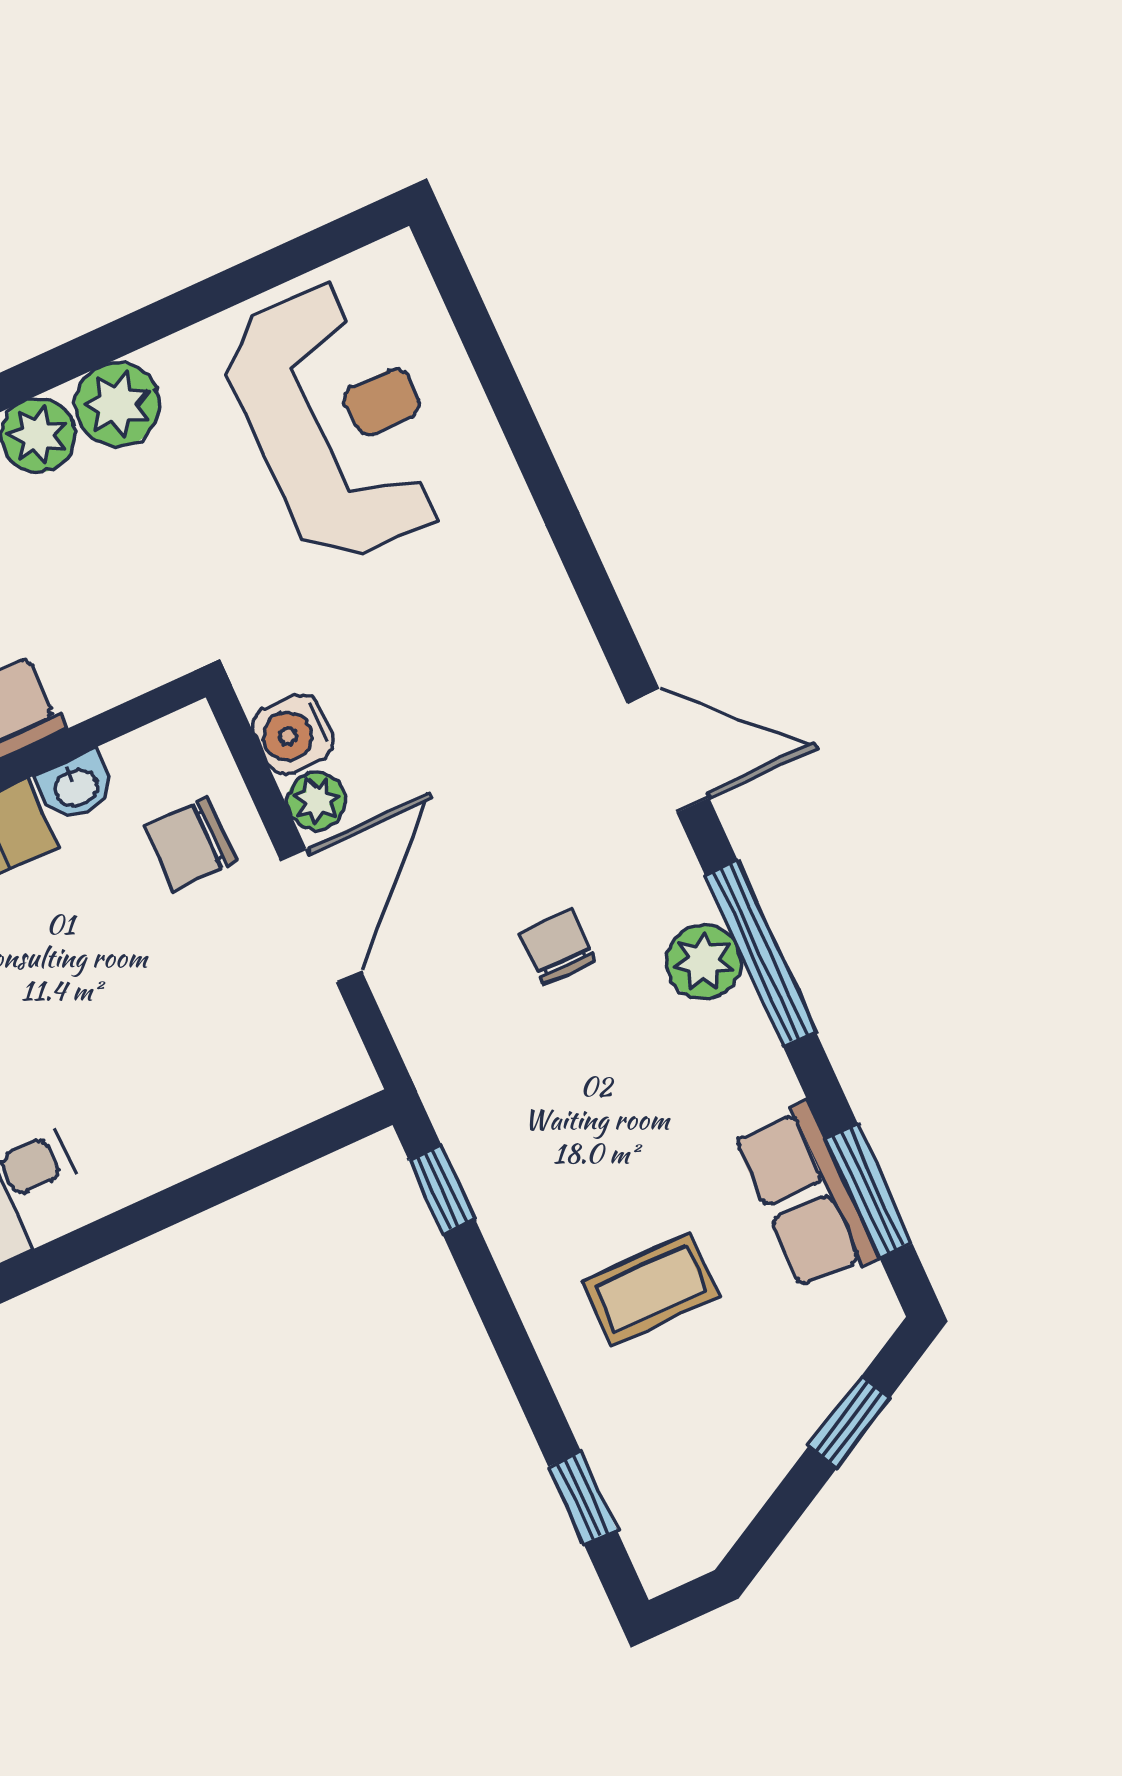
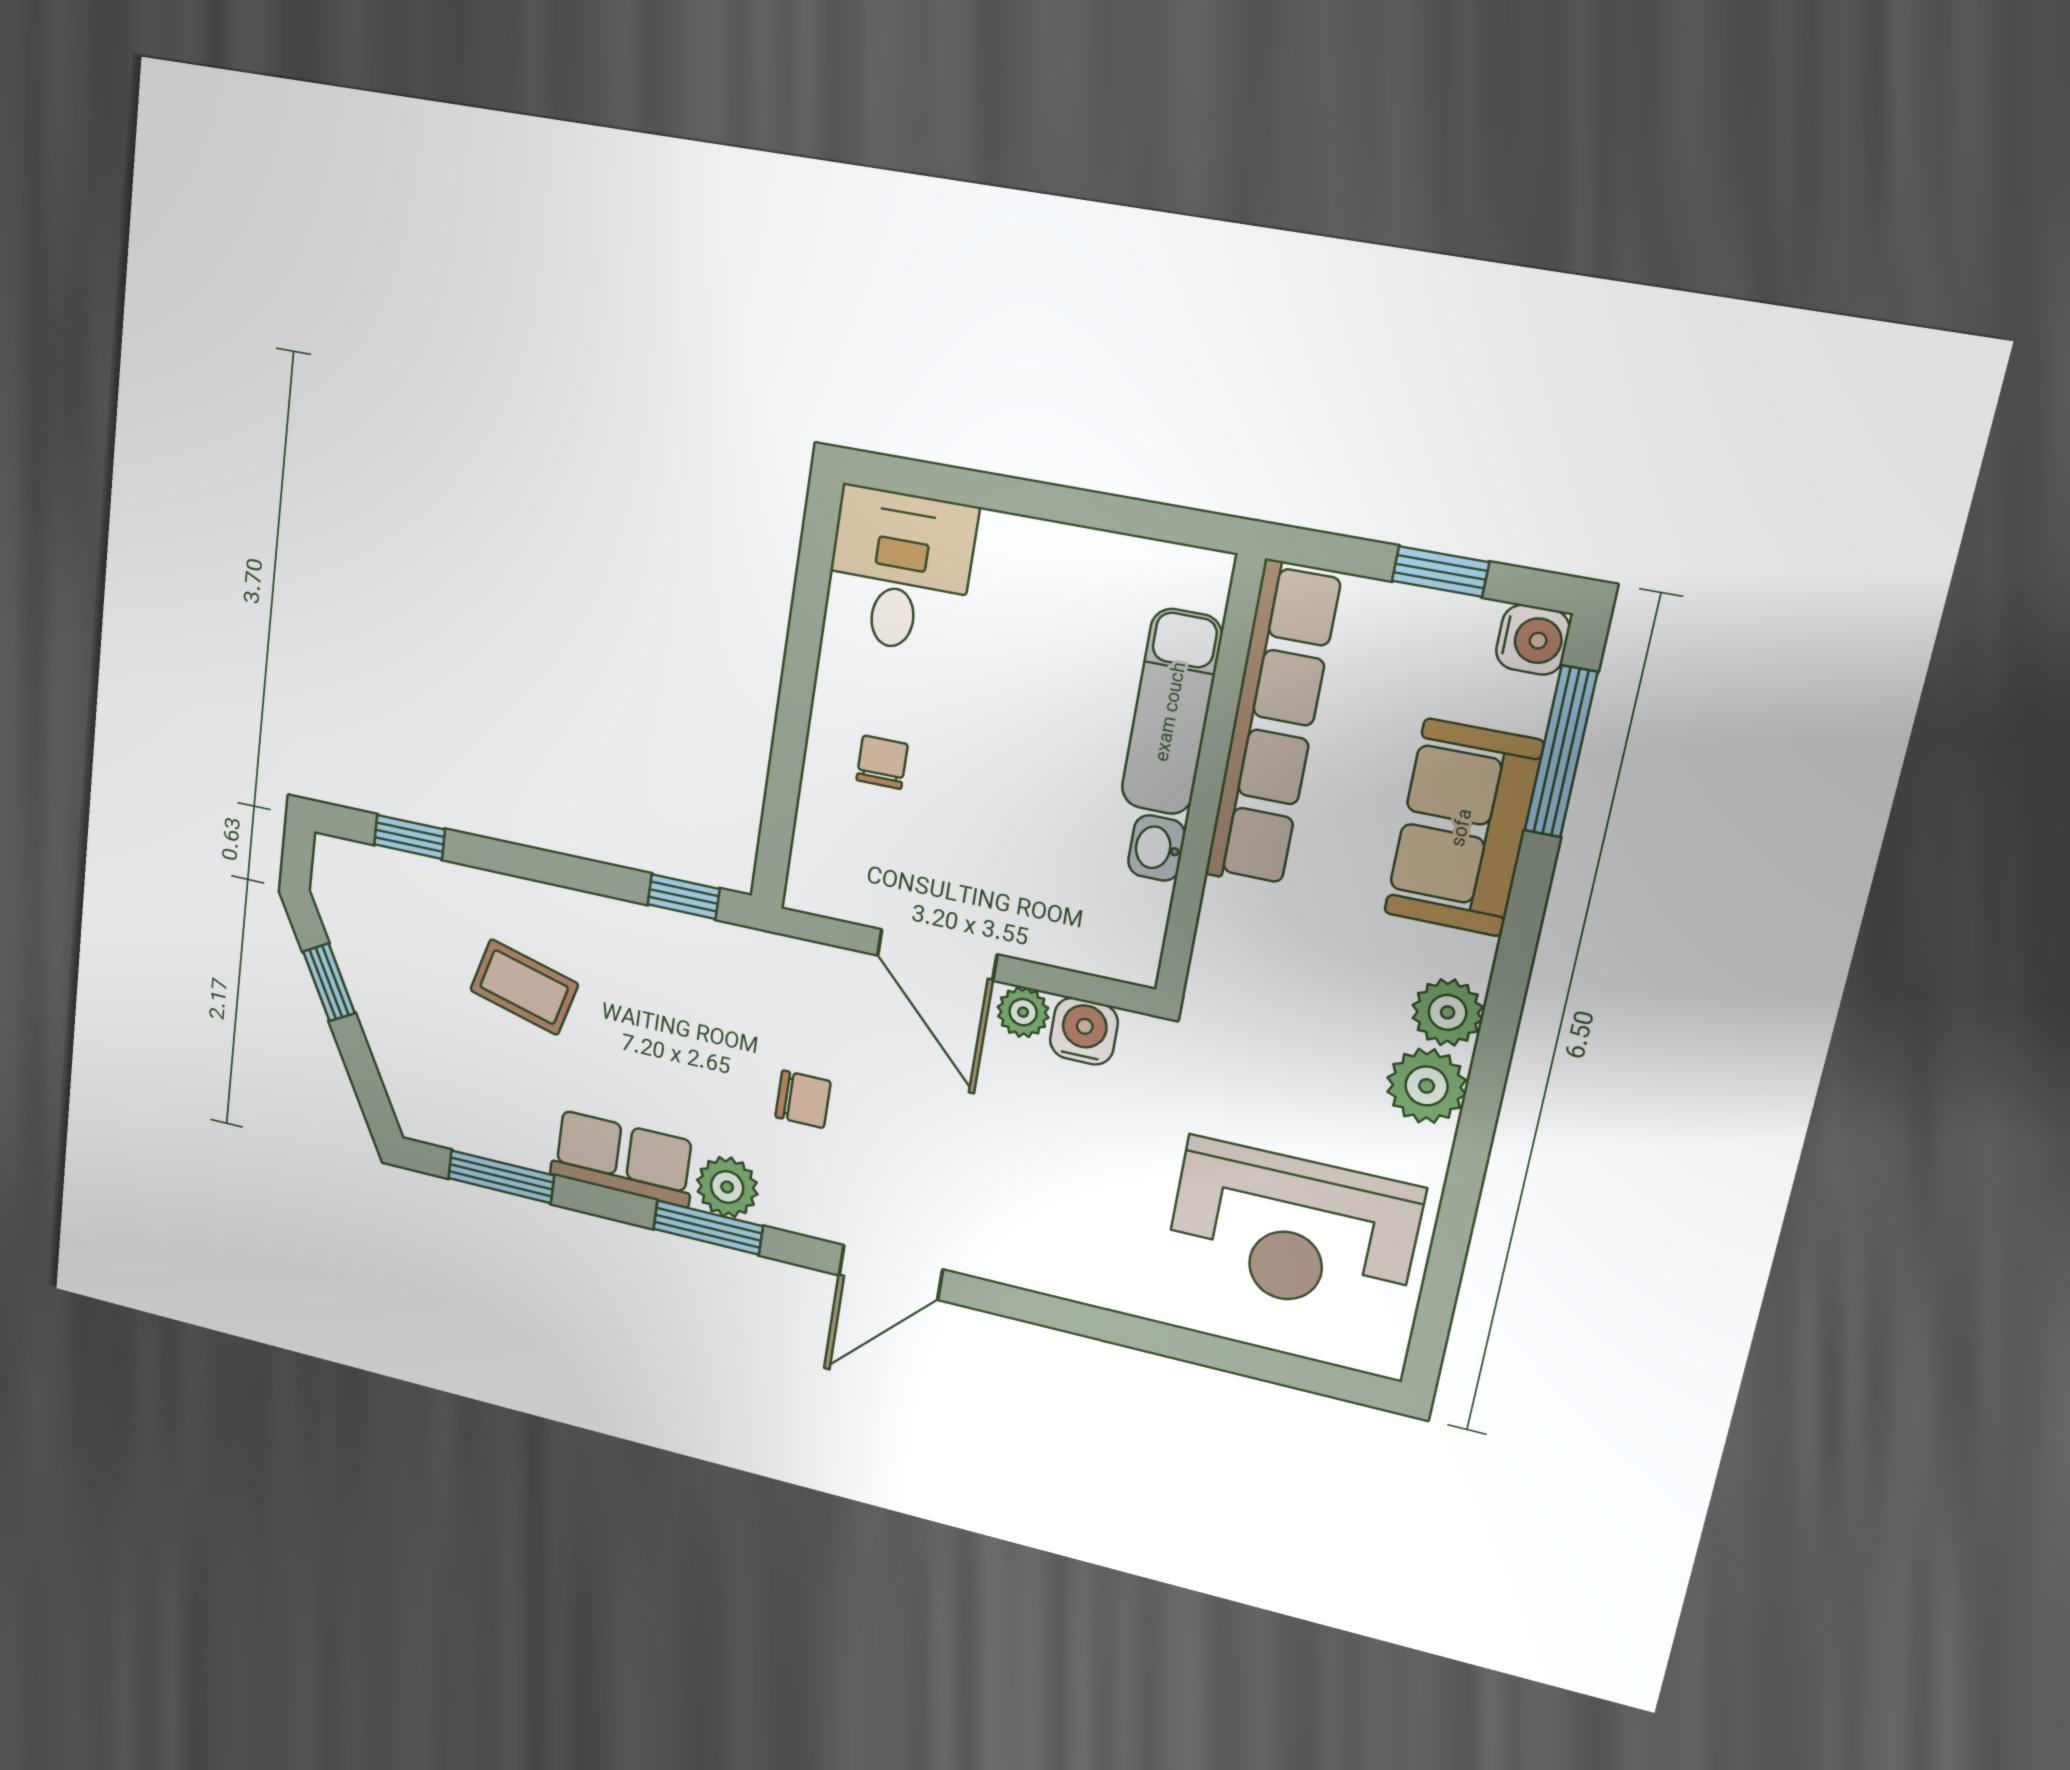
chair: (190, 844) -> (882, 762), moved, width x0.73, depth x0.73
window: (760, 953) -> (708, 1228), width x0.69
row of seats: (806, 1196) -> (623, 1158), moved
coffee table: (651, 1290) -> (524, 987), turned -75
window: (849, 1422) -> (329, 982), moved

